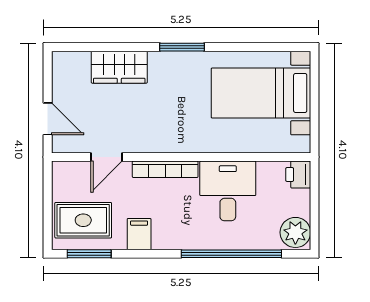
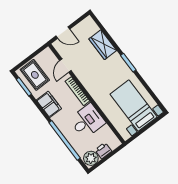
door: (48, 119) -> (63, 33), hinge flipped
door: (107, 157) -> (65, 66), hinge flipped
printer: (298, 174) -> (103, 151), moved
filing cabinet: (139, 234) -> (49, 104), width x2.00

